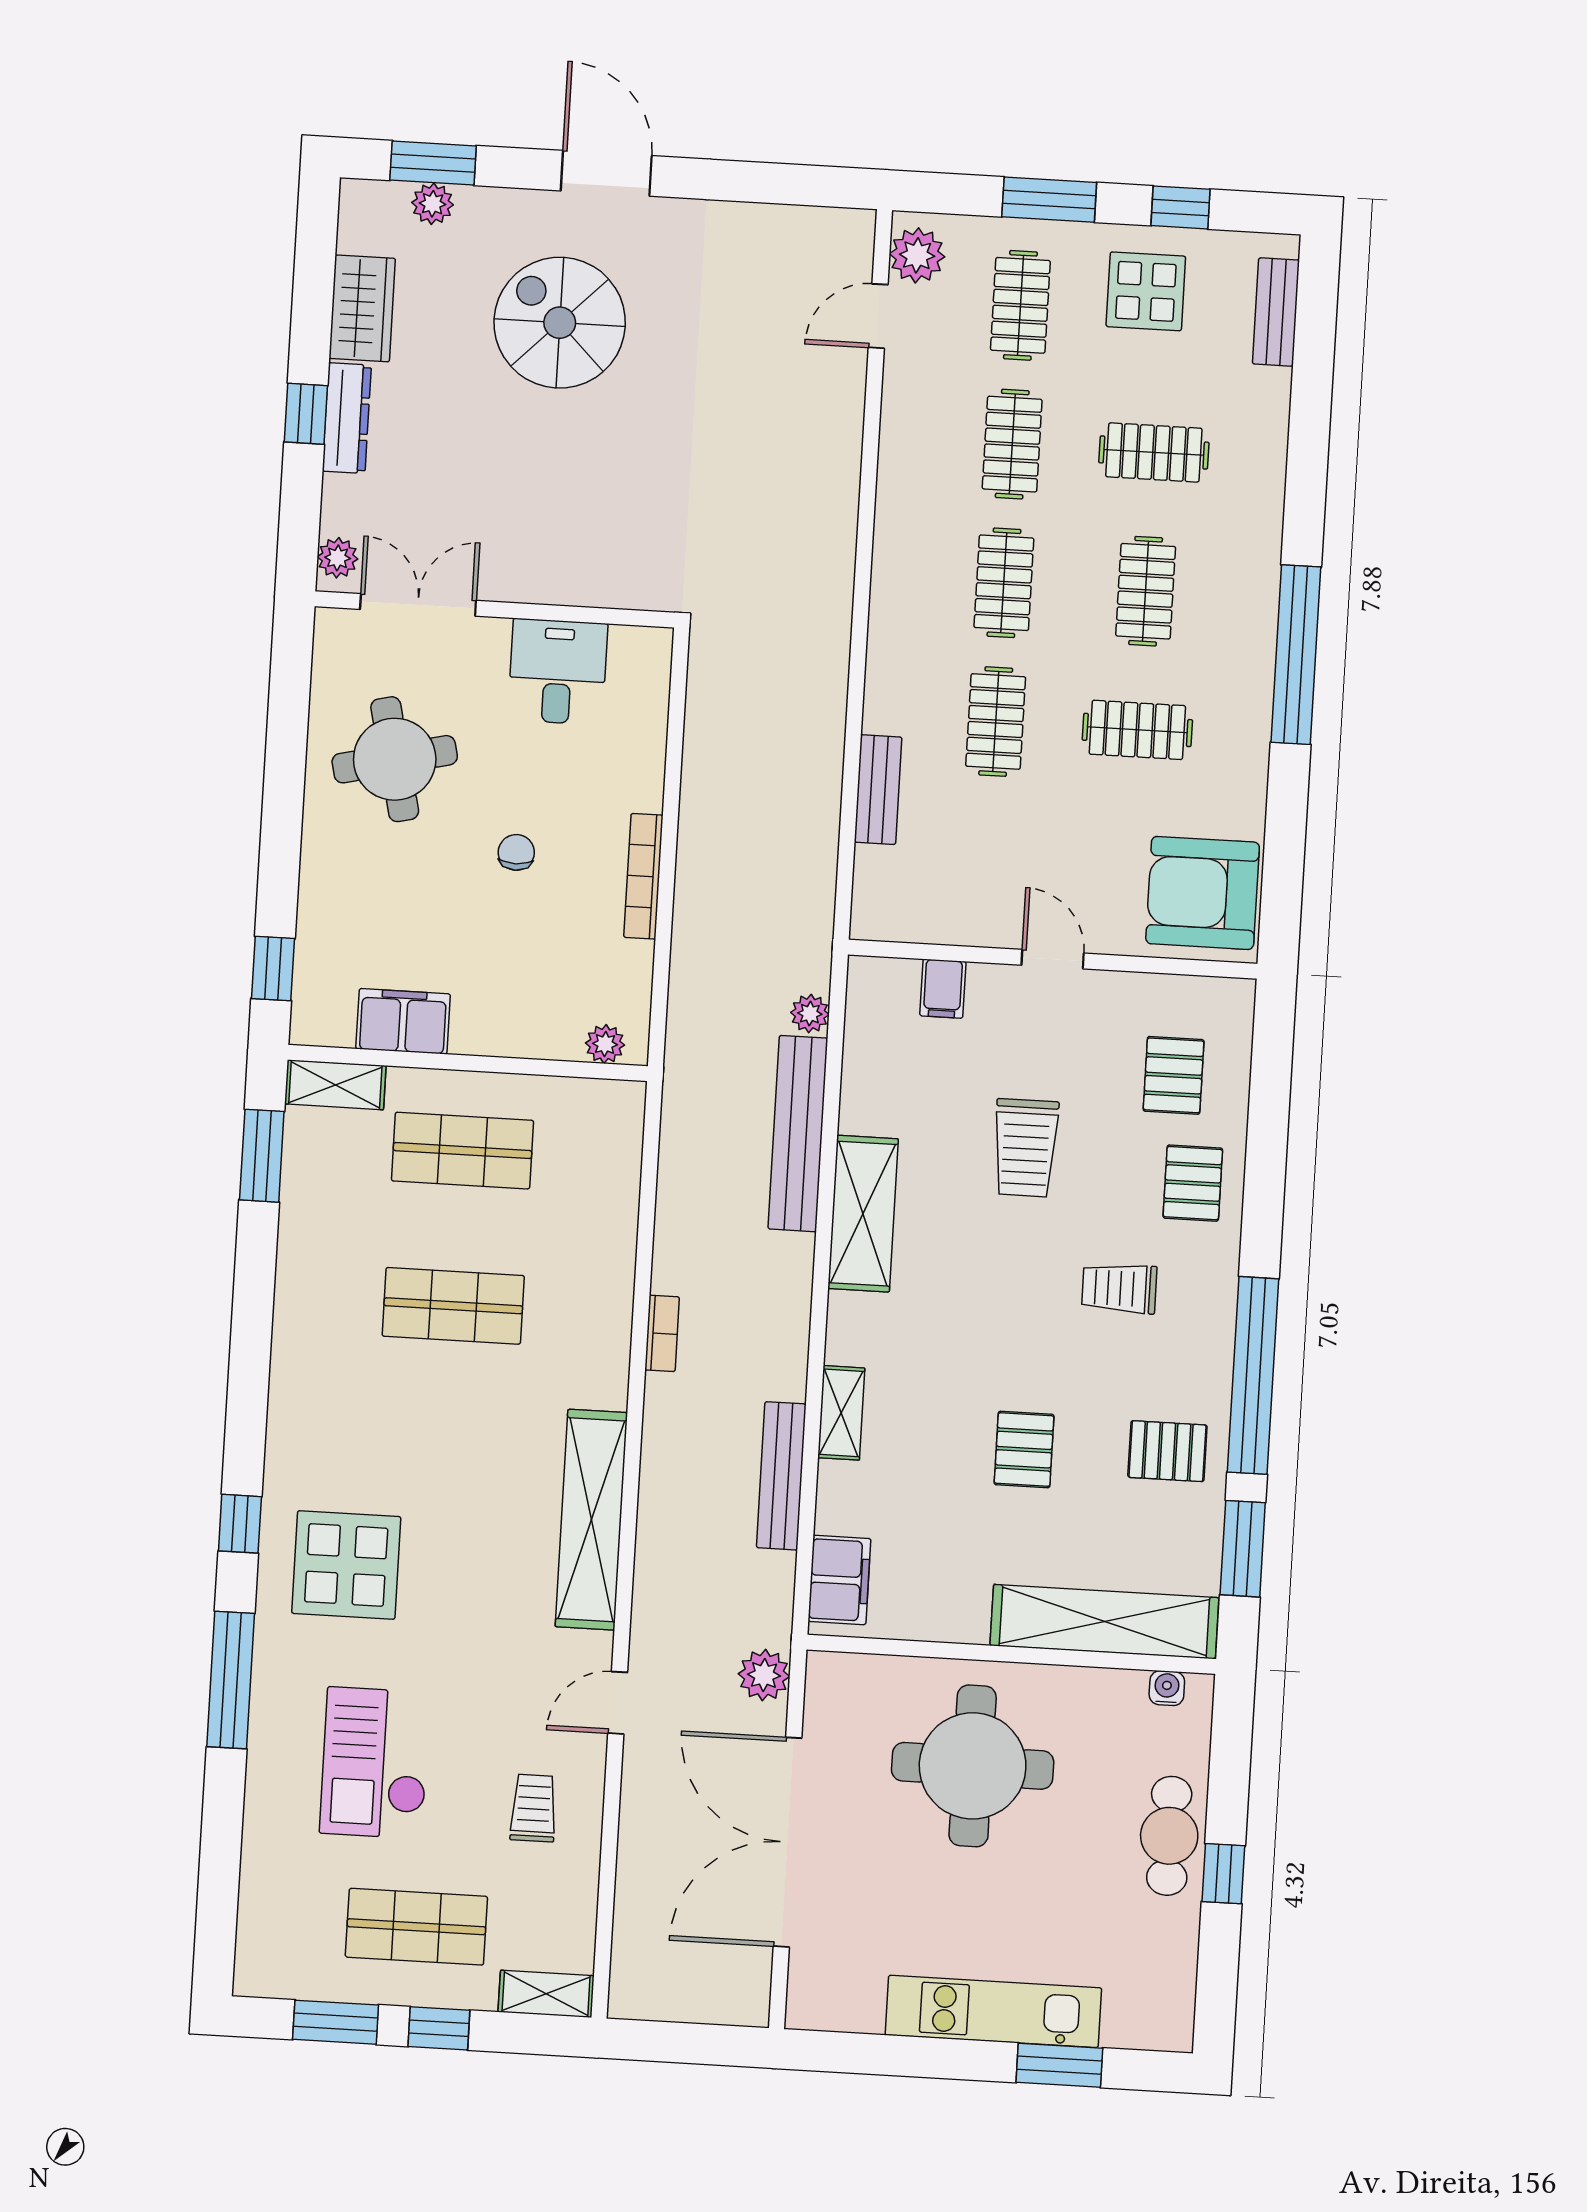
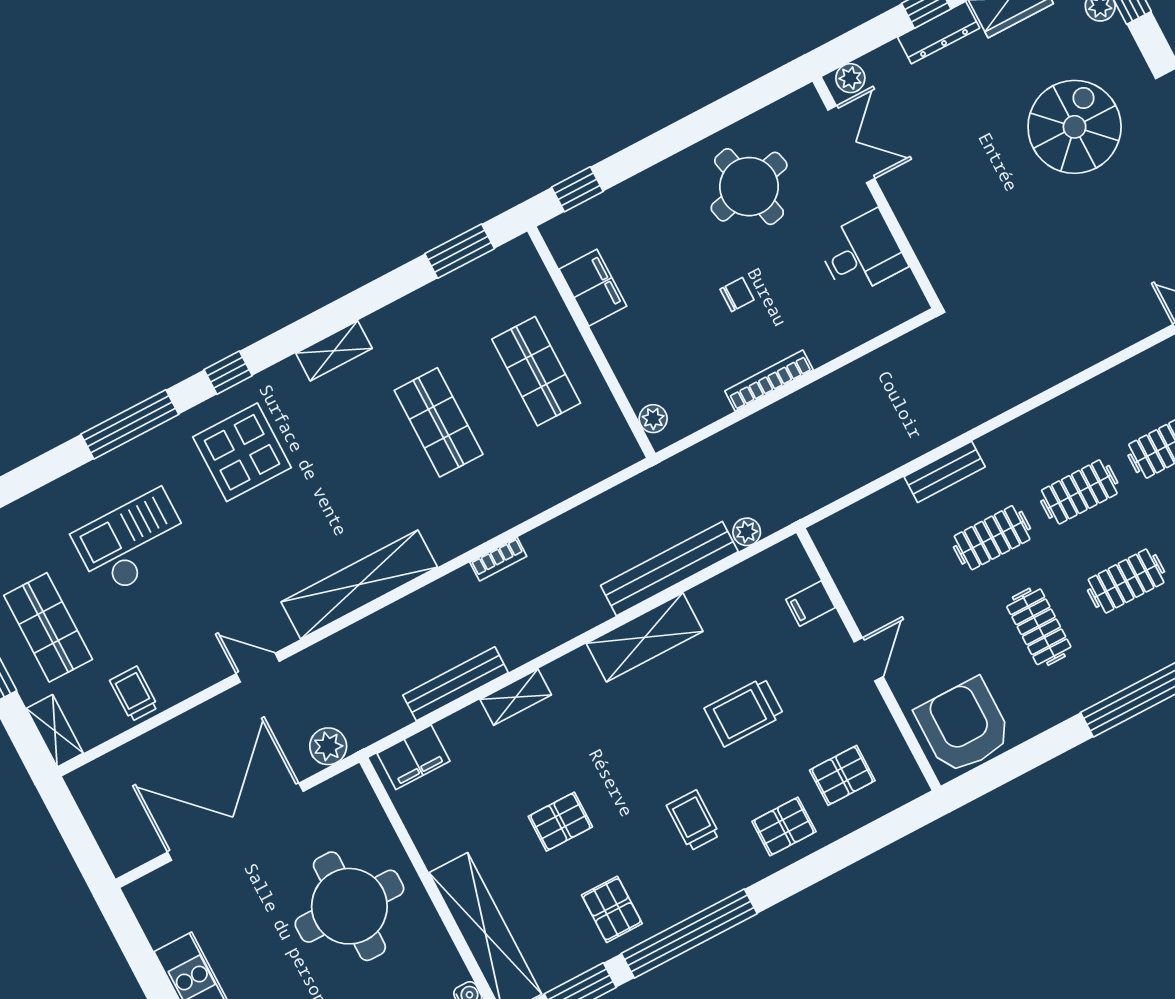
bench: (878, 790) -> (945, 472), moved
shelving: (335, 1085) -> (334, 351), moved, turned 90
trolley: (534, 1808) -> (134, 694), moved, turned -90

